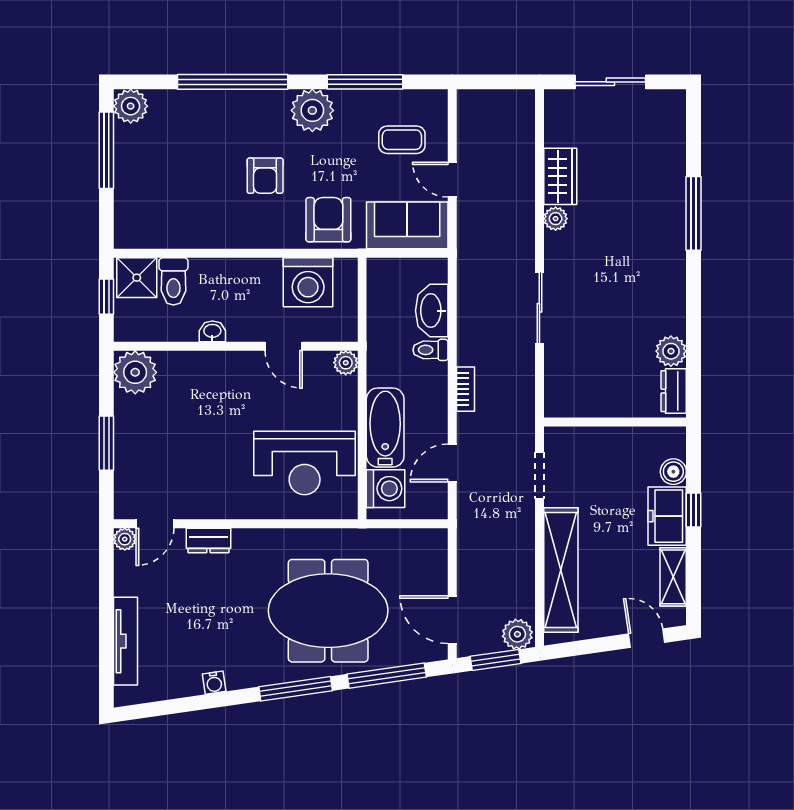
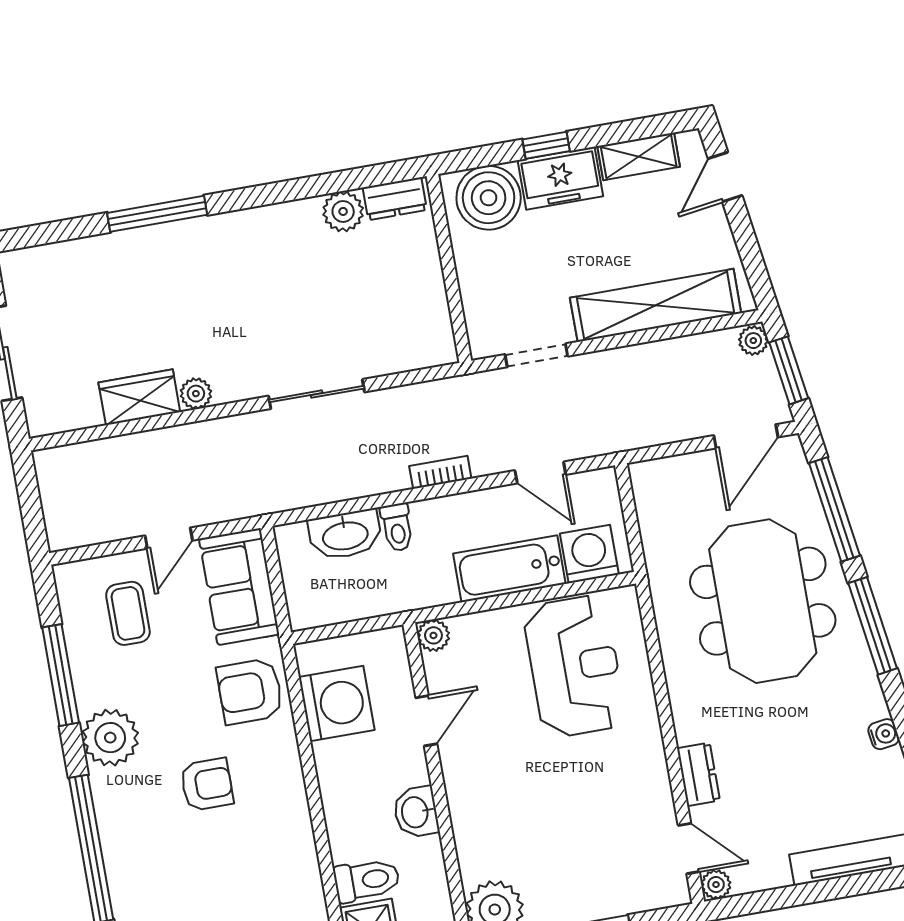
washbasin: (212, 331) -> (416, 812), width x1.38, depth x1.45
boiler: (673, 472) -> (489, 198), width x1.86, depth x1.86
plant: (517, 634) -> (753, 341), width x0.73, depth x0.73

